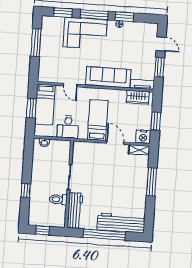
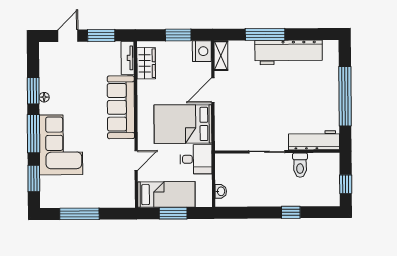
bed: (98, 120) -> (183, 124), width x1.50
workbench: (121, 223) -> (289, 52), moved, turned -90

